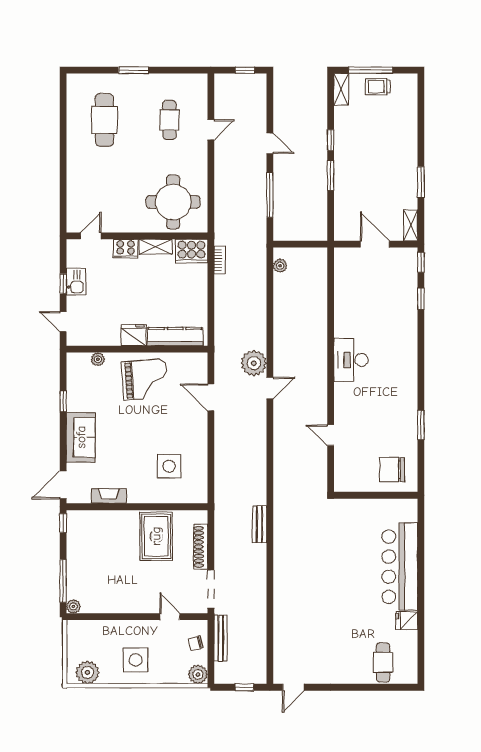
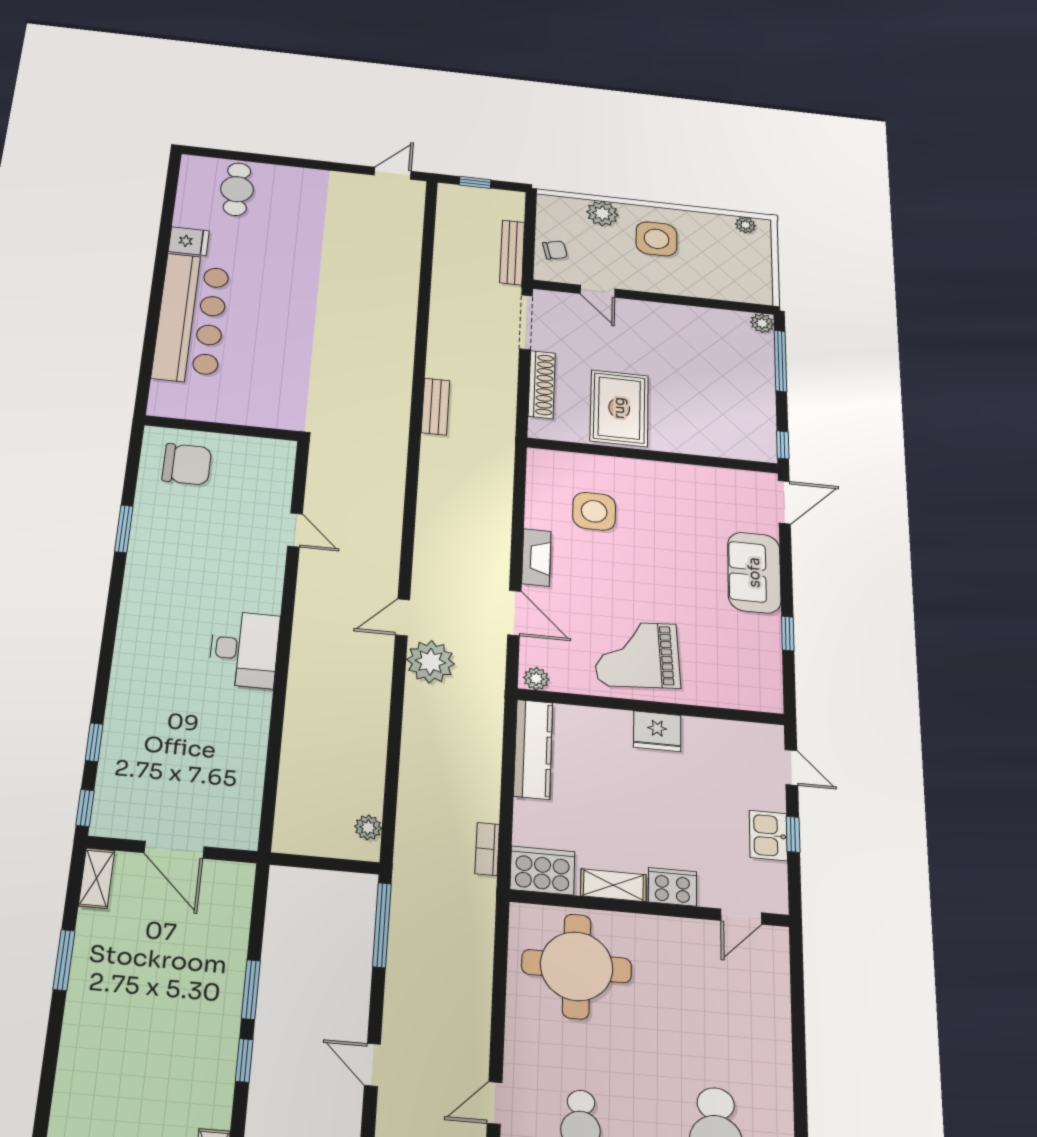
window: (270, 195) -> (382, 925), moved
kitchen counter: (175, 337) -> (533, 749), moved, turned -90
plant: (98, 359) -> (536, 679), moved
fireplace: (109, 496) -> (536, 557), moved, turned -90
plant: (87, 672) -> (745, 225), width x0.53, depth x0.53
plant: (198, 674) -> (602, 213), moved

